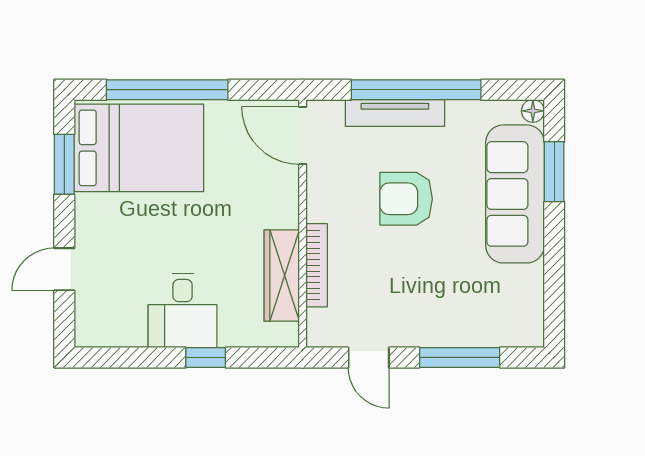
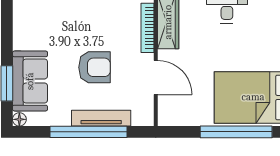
door: (303, 136) -> (156, 78), moved
sofa: (515, 194) -> (30, 81), width x0.73

